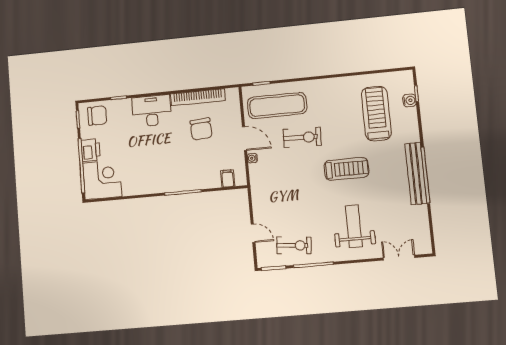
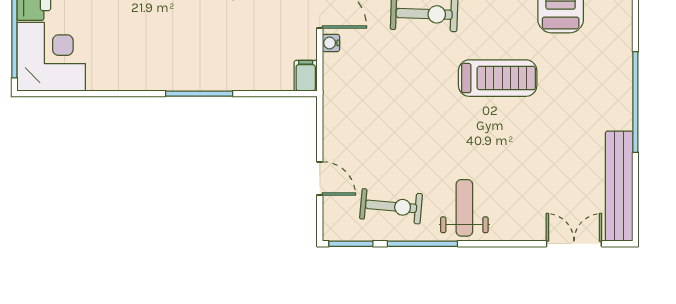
bench: (416, 173) -> (619, 186), moved
filing cabinet: (228, 178) -> (306, 76), moved
weight bench: (354, 226) -> (464, 208), moved, width x0.73, depth x0.75

